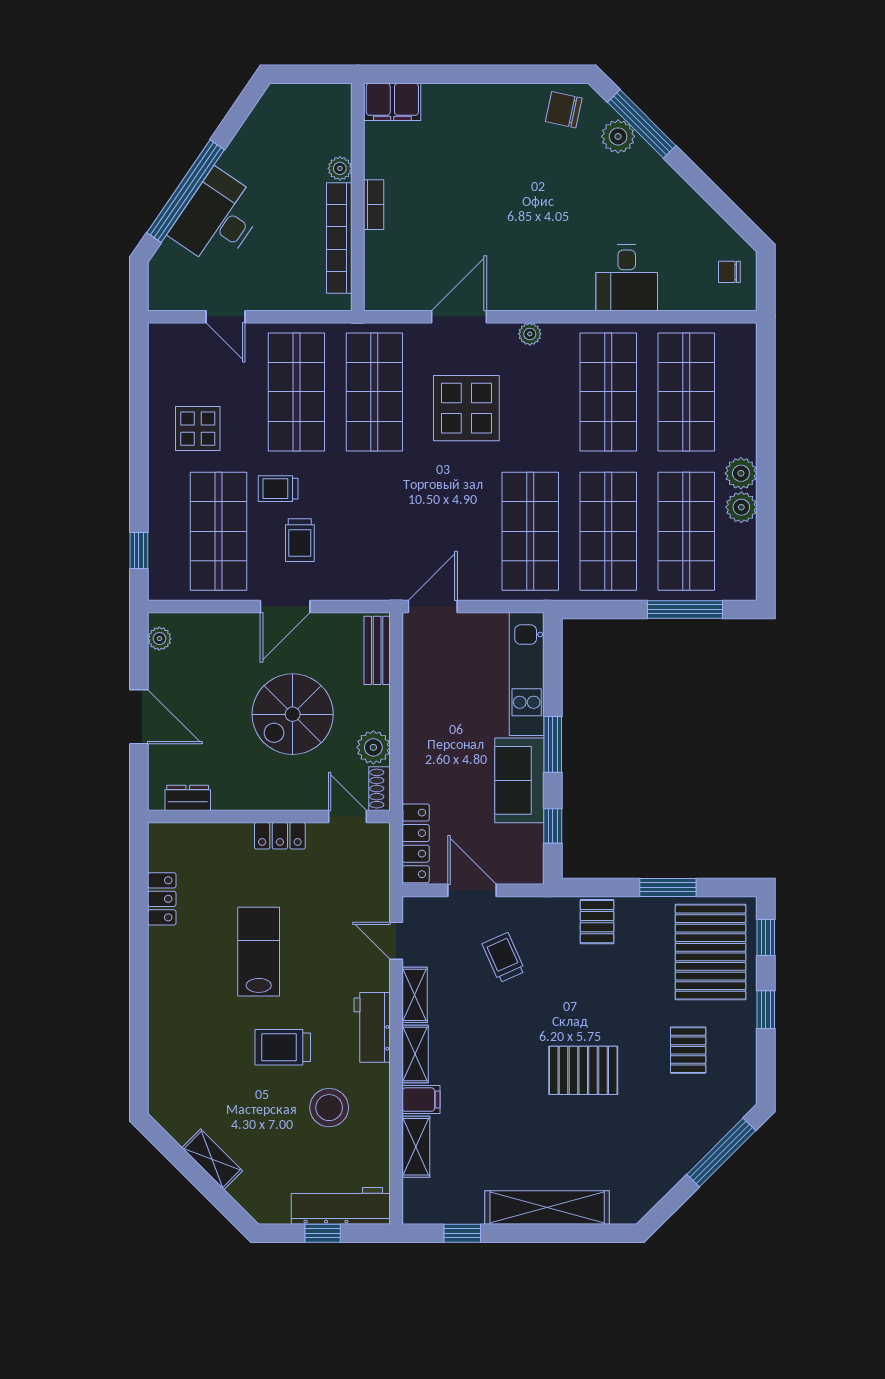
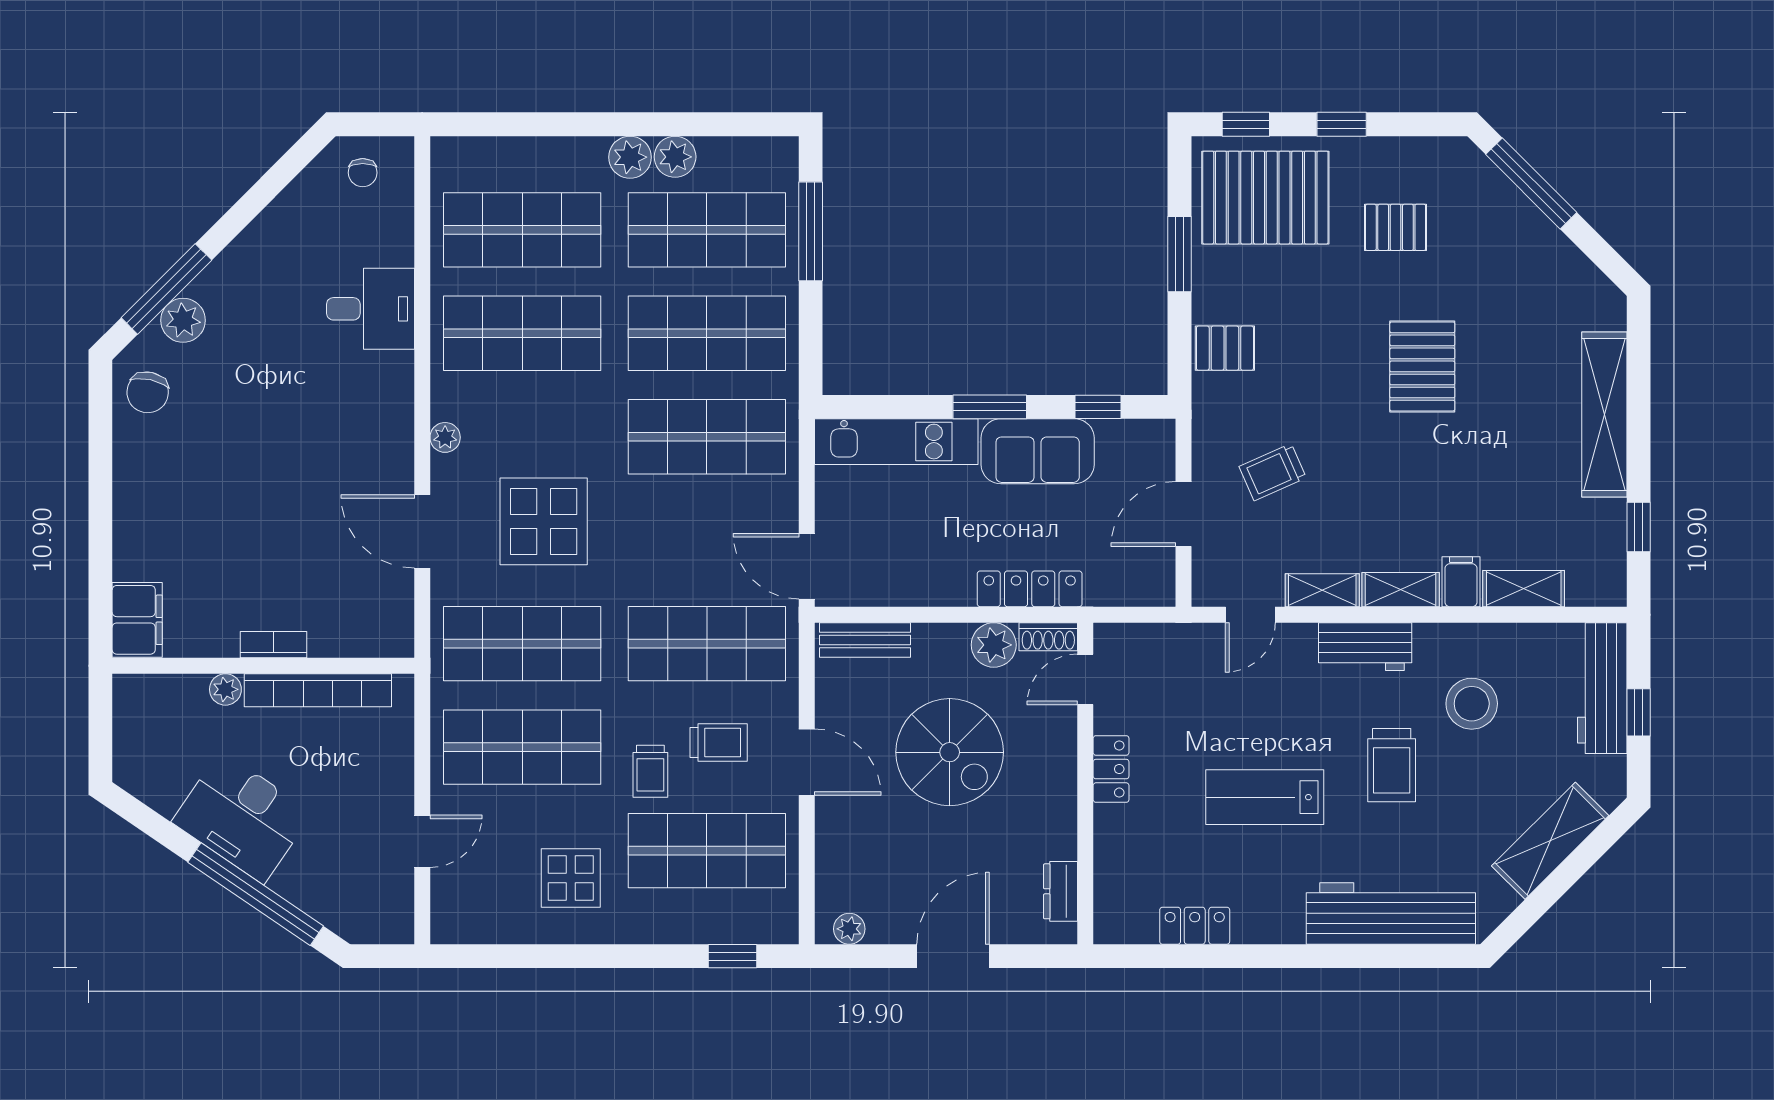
desk: (218, 219) -> (242, 817), moved
shop shelf: (374, 531) -> (707, 644), added
locker: (416, 843) -> (1030, 589), moved
workbench: (171, 1047) -> (1391, 914), added
shelving: (212, 1159) -> (1550, 841), width x1.50, depth x1.33

